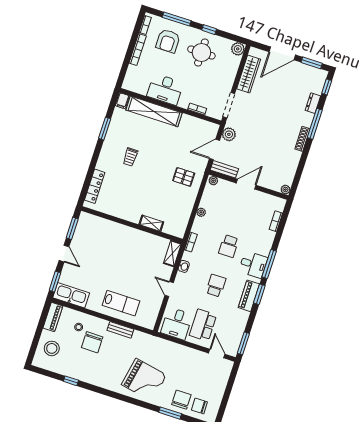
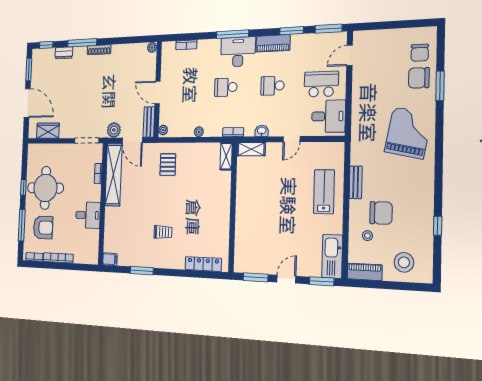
plant: (238, 49) -> (34, 151), removed
round table: (201, 53) -> (45, 188), width x1.36, depth x1.36
wardrobe: (249, 74) -> (48, 131), width x0.67
desk: (165, 89) -> (88, 215), width x0.73
shelving: (154, 111) -> (114, 174), moved
shelving: (151, 223) -> (226, 156), moved
school desk: (229, 246) -> (226, 87), turned 180
desk: (253, 265) -> (238, 52), width x1.37
window: (259, 294) -> (292, 31), moved
school desk: (203, 325) -> (321, 84), turned 180

